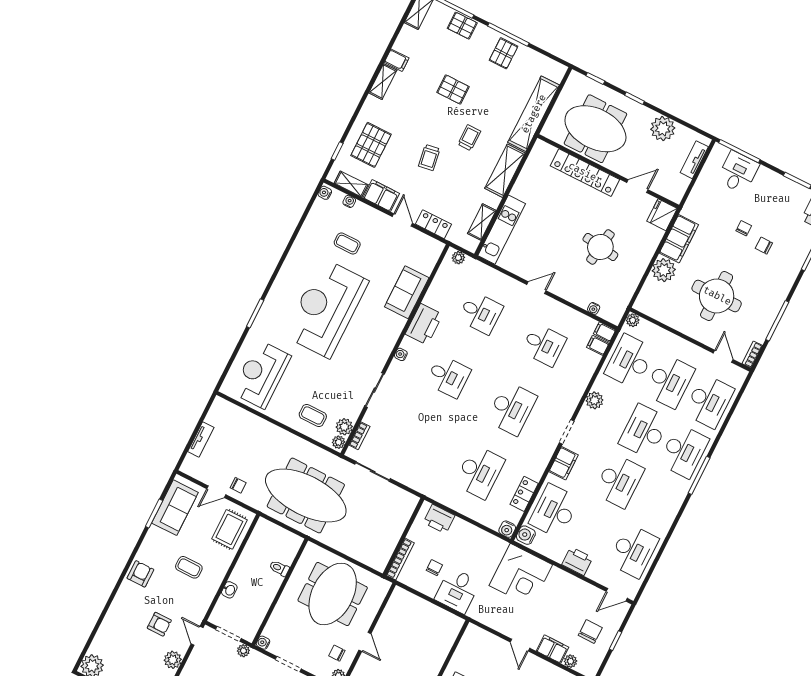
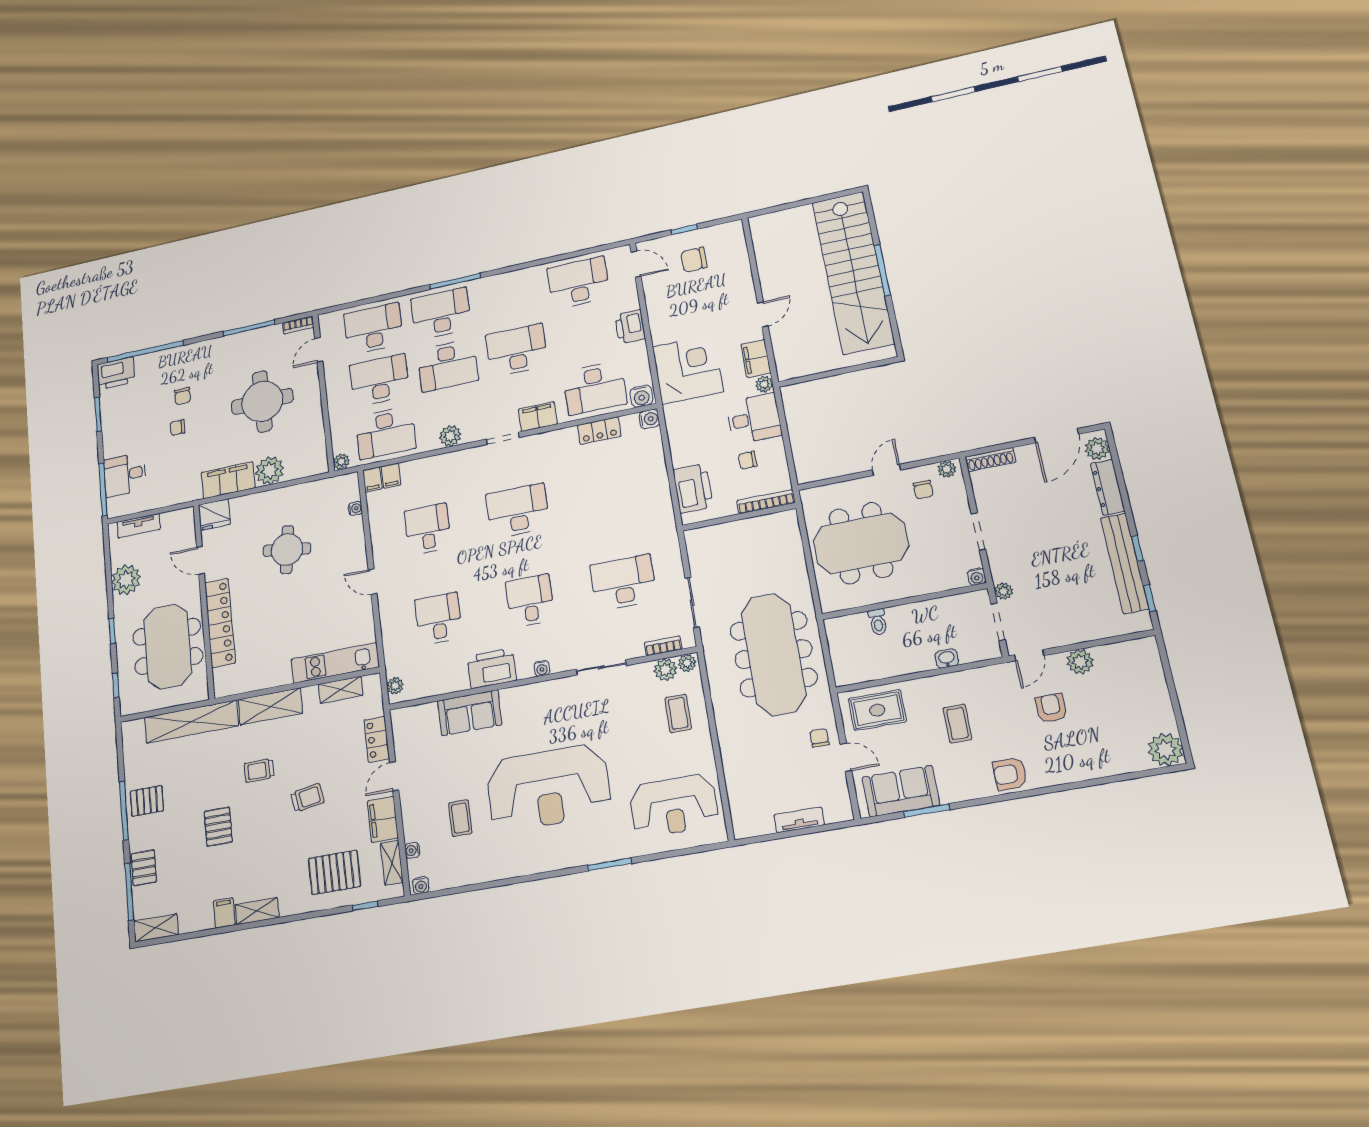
desk: (479, 472) -> (623, 583), moved
printer: (439, 519) -> (693, 488), width x1.37, depth x1.19
filing cabinet: (552, 649) -> (756, 359), moved
plant: (571, 661) -> (764, 384), moved

